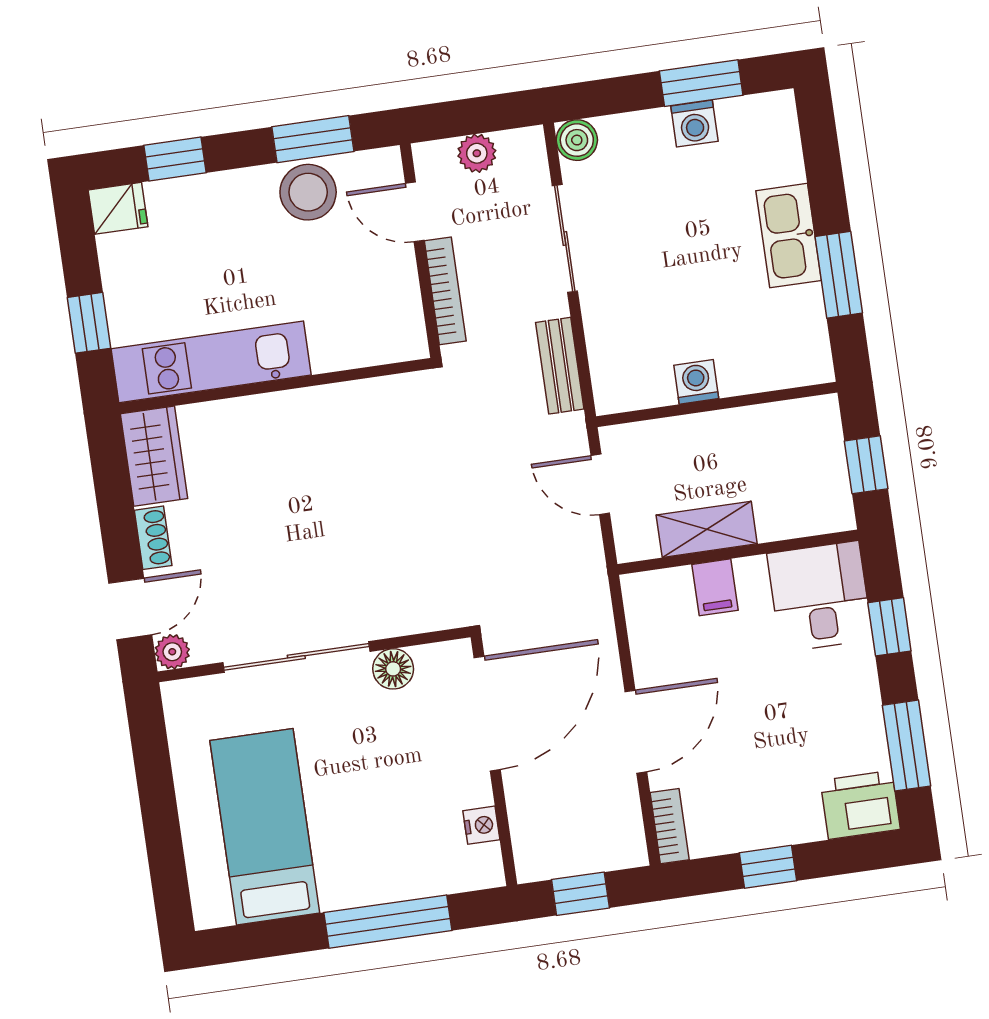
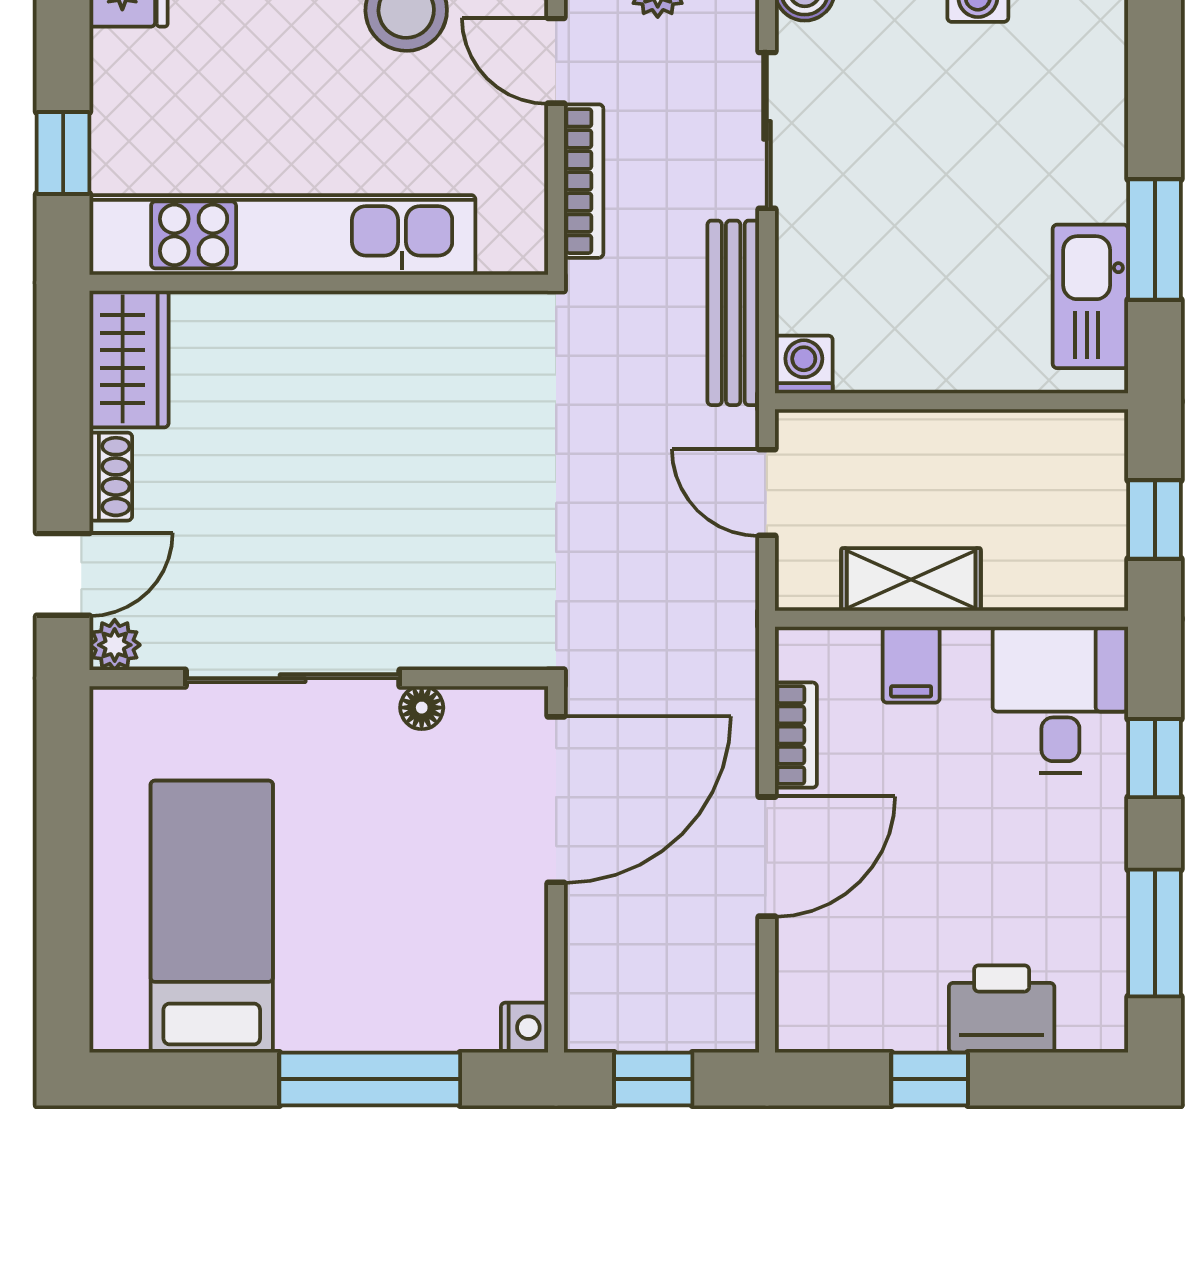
kitchen sink: (789, 236) -> (1090, 296), moved
kitchen unit: (211, 362) -> (282, 235), width x1.36
bench: (560, 366) -> (733, 313), width x1.36
washing machine: (696, 382) -> (804, 365), moved
floor lamp: (393, 669) -> (422, 708), width x0.73, depth x0.73
printer: (860, 805) -> (1002, 1009), moved
nightstand: (481, 825) -> (525, 1028), moved
bookcase: (670, 826) -> (796, 735), moved

